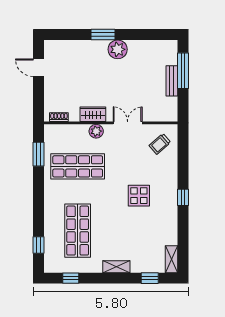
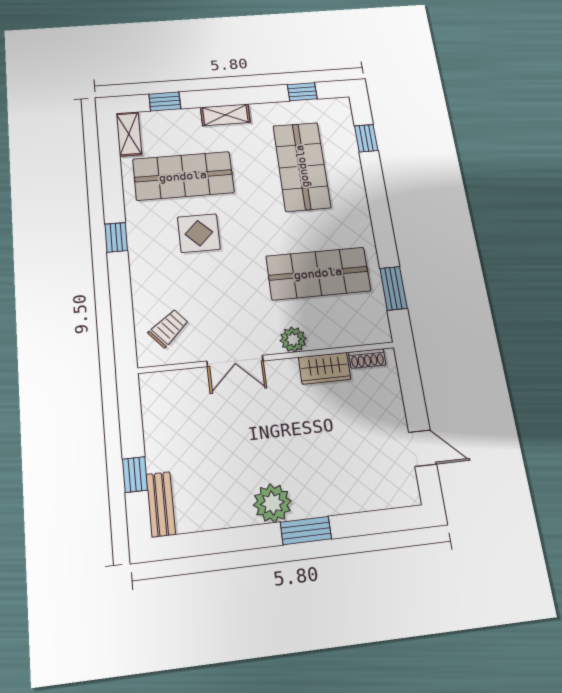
window: (183, 71) -> (135, 475), width x0.46
bench: (172, 81) -> (161, 504), moved
wardrobe: (93, 114) -> (324, 368), moved
shop shelf: (144, 231) -> (183, 176), added

